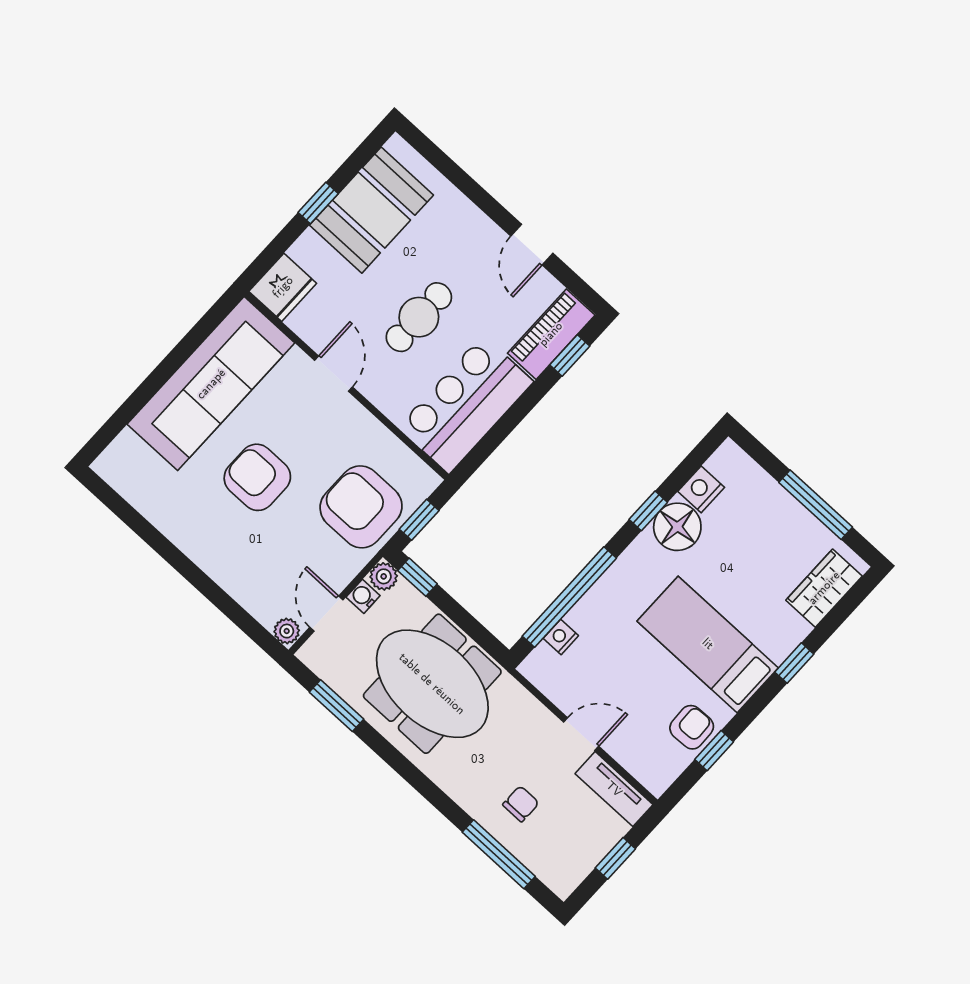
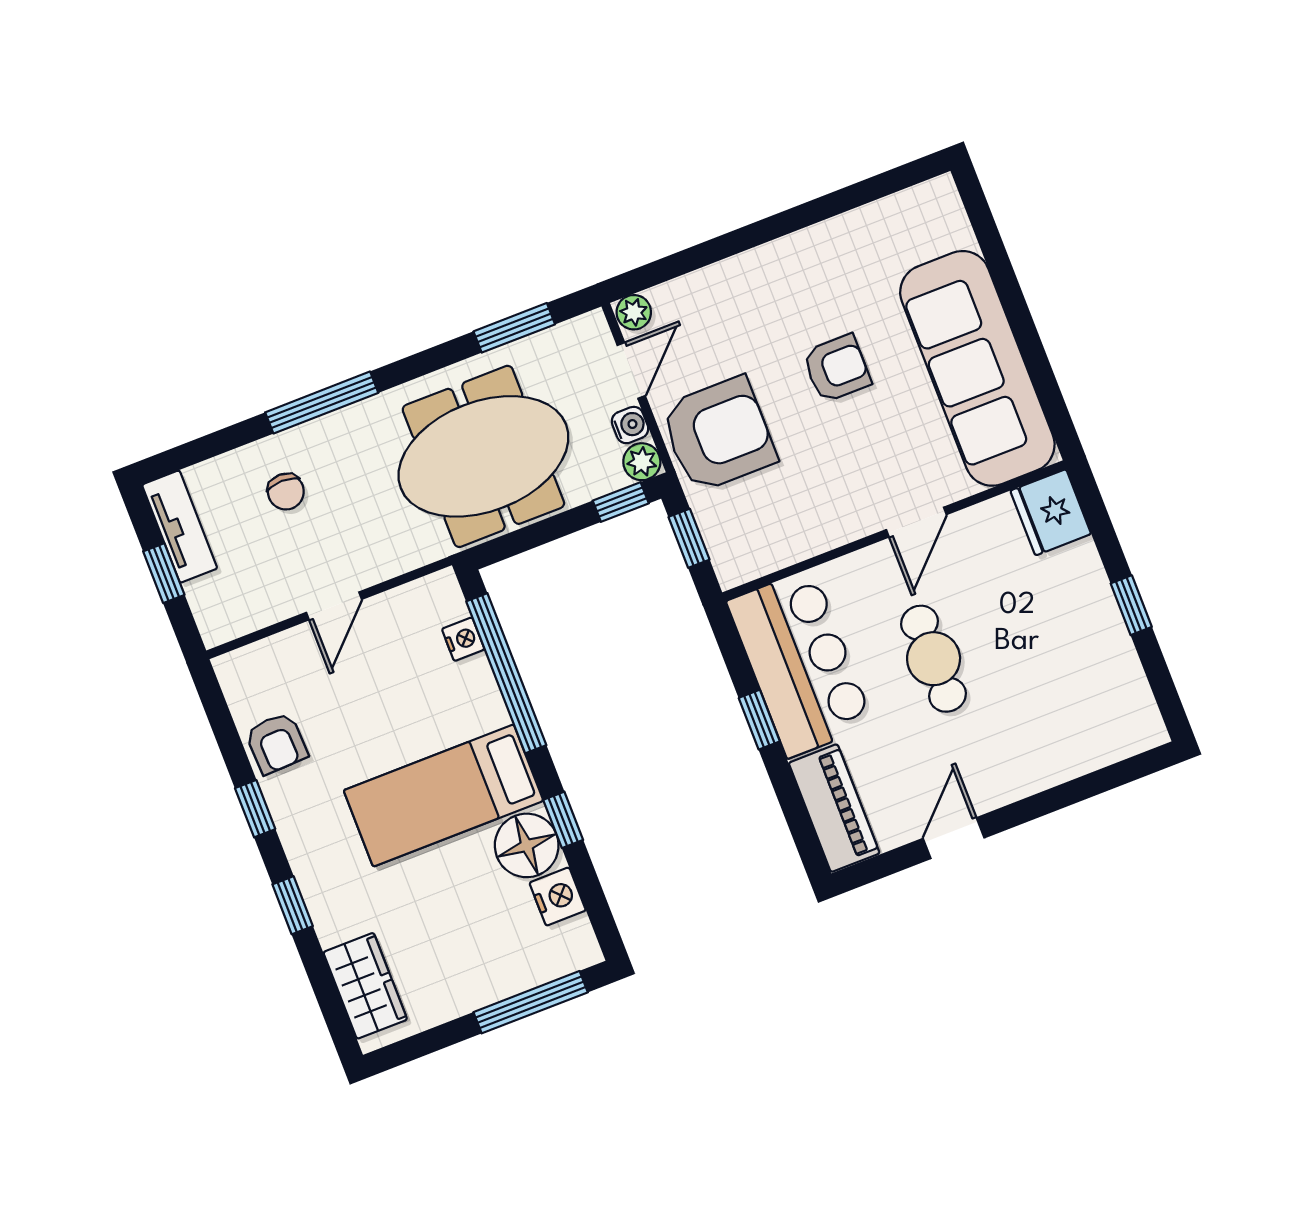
booth: (371, 210) -> (1091, 665), removed
door: (532, 245) -> (954, 838), hinge flipped
window: (570, 355) -> (759, 720), moved
door: (333, 374) -> (916, 522), hinge flipped
armchair: (257, 477) -> (837, 368), width x0.72, depth x0.72
window: (816, 505) -> (531, 1002), moved
armchair: (361, 507) -> (718, 434), moved
door: (326, 614) -> (631, 370), hinge flipped
bed: (708, 644) -> (443, 796), moved, turned 180
window: (714, 751) -> (255, 809), moved
tv unit: (614, 789) -> (180, 527), moved, turned 90
window: (499, 854) -> (322, 403), moved

